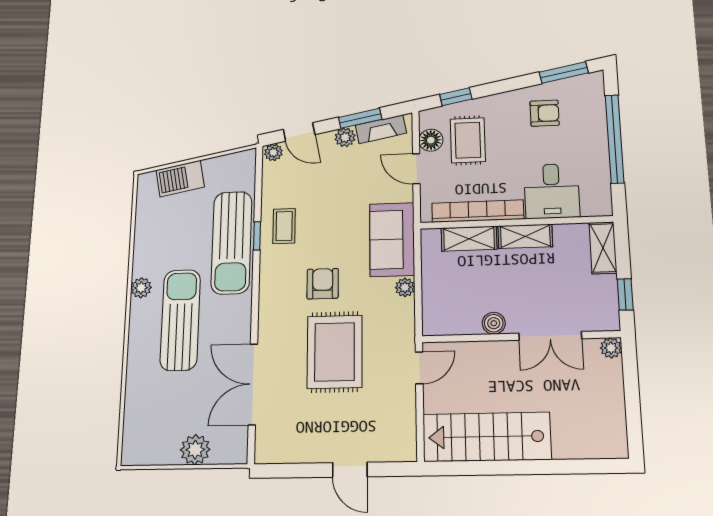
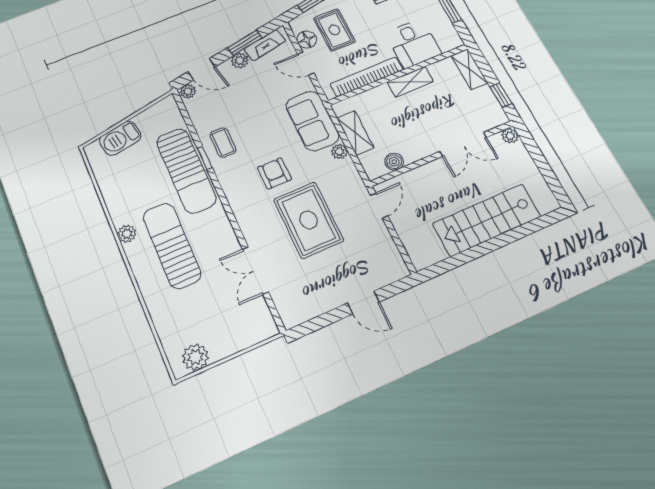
shelving: (469, 239) -> (355, 133), moved, turned 90
boiler: (494, 323) -> (394, 162), moved
double door: (253, 384) -> (255, 270), width x0.73
stairs: (487, 437) -> (487, 220), moved
plant: (195, 450) -> (195, 357), moved

